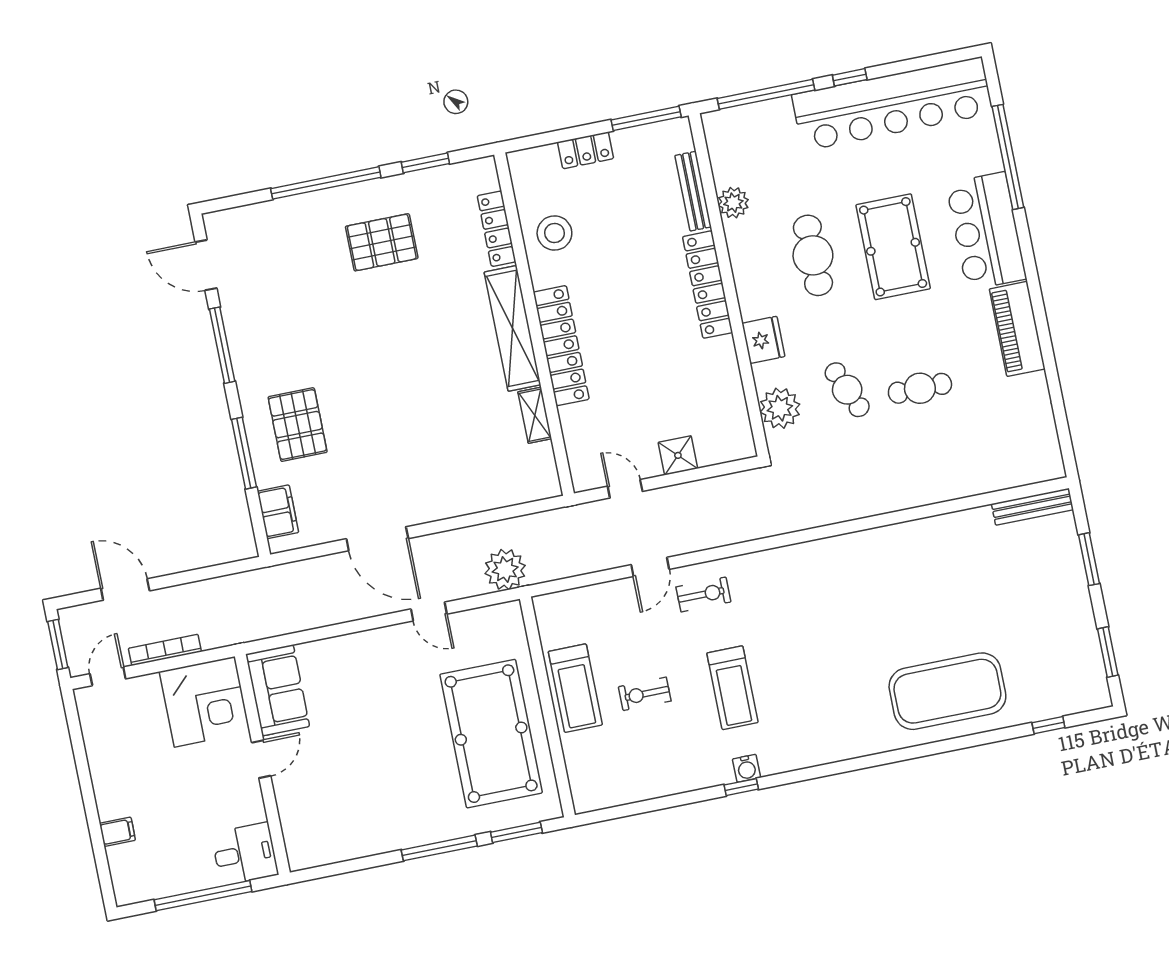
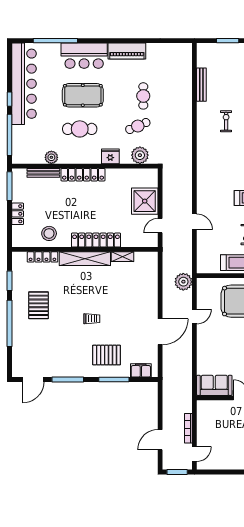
trolley: (376, 373) -> (92, 319), added
shower: (678, 455) -> (145, 201), width x1.86, depth x1.86
bench: (1032, 507) -> (201, 85), moved
exercise bike: (704, 594) -> (226, 121), moved
door: (108, 676) -> (194, 454), swing flipped
corner desk: (205, 702) -> (213, 416), removed

